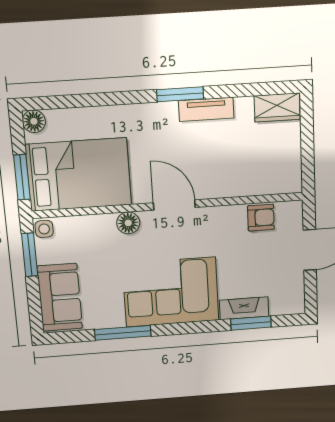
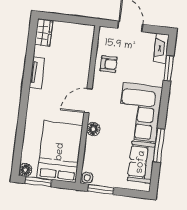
window: (180, 94) -> (26, 86), removed
window: (22, 177) -> (38, 182), moved
armchair: (261, 218) -> (109, 64), moved, turned 90
sofa: (60, 297) -> (141, 162), moved, turned -90
fireplace: (244, 308) -> (161, 48), moved

